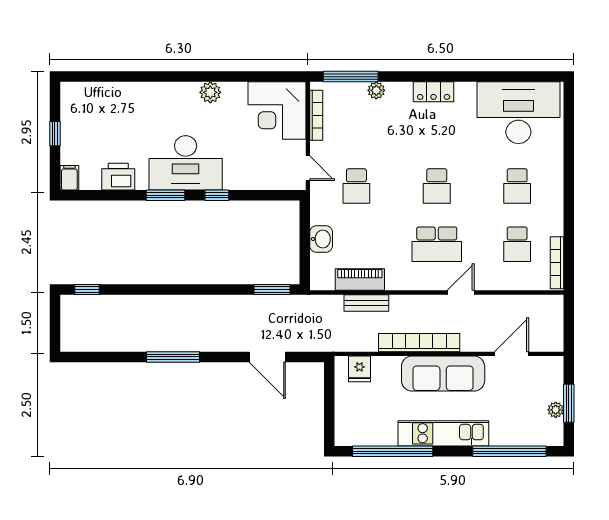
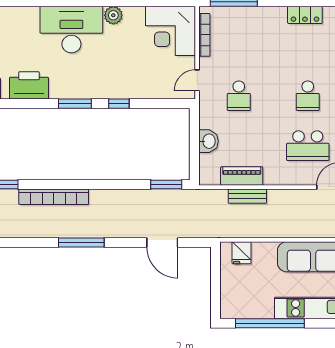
plant: (376, 90) -> (256, 14), removed
desk: (186, 163) -> (71, 30), moved, turned 180
door: (308, 168) -> (197, 80), swing flipped
printer: (118, 177) -> (29, 85), width x1.37, depth x1.19
bookcase: (419, 343) -> (54, 197), moved, turned 180

